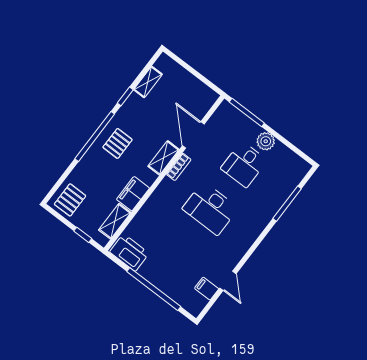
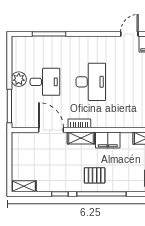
shelving: (148, 82) -> (24, 186), moved
door: (193, 135) -> (51, 130), swing flipped
filing cabinet: (133, 194) -> (108, 140), moved

